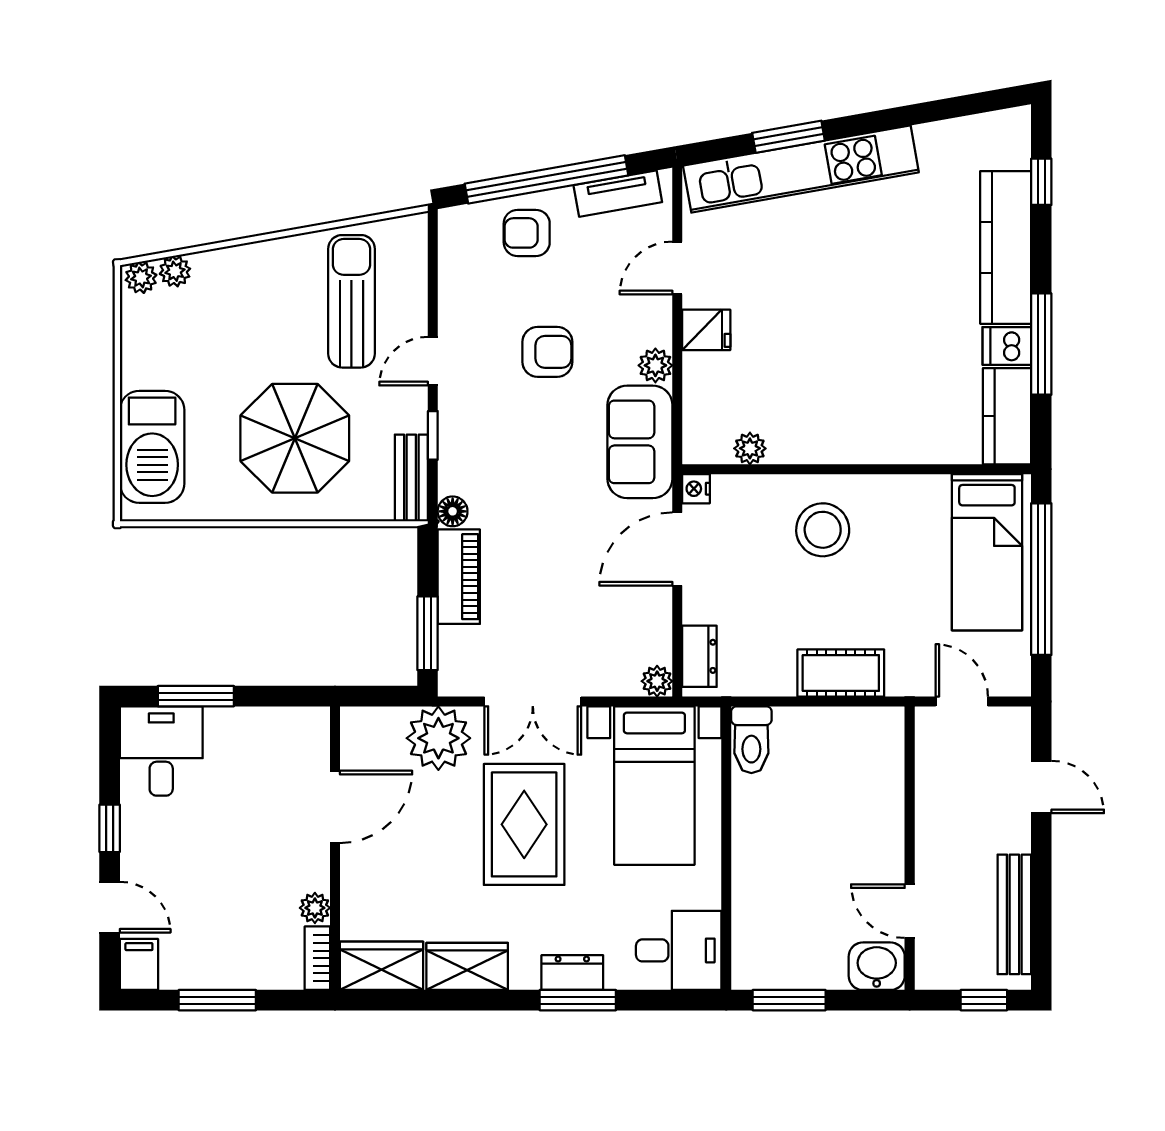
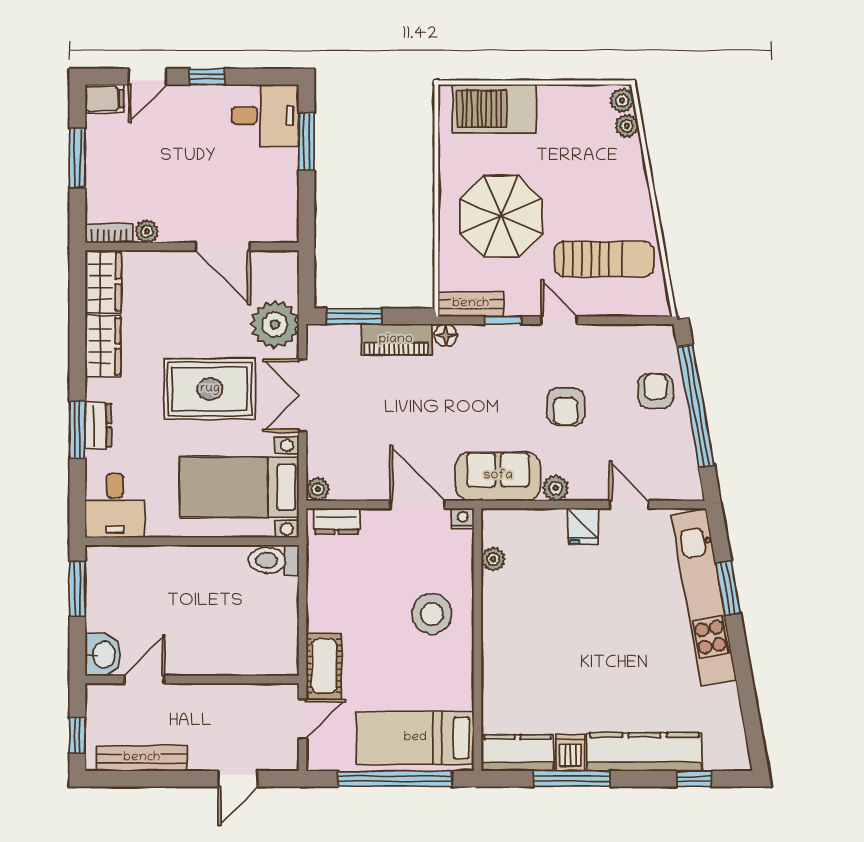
tv unit: (618, 194) -> (685, 460), removed
cot: (841, 673) -> (324, 666), moved

